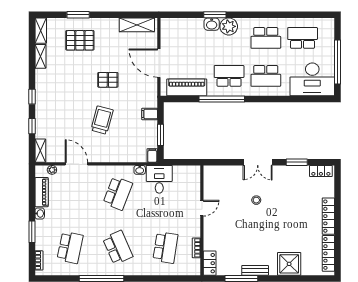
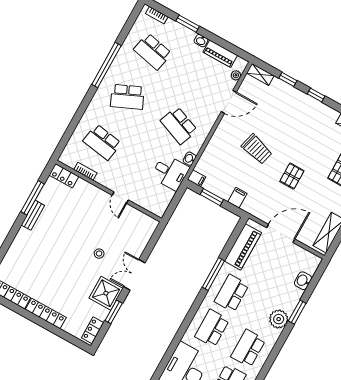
washbasin: (212, 24) -> (303, 281), moved
school desk: (229, 76) -> (232, 293), turned 180
window: (222, 99) -> (213, 274), width x0.68
shower: (289, 264) -> (106, 293), moved

